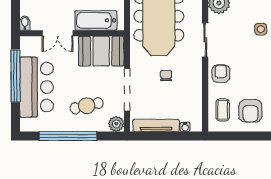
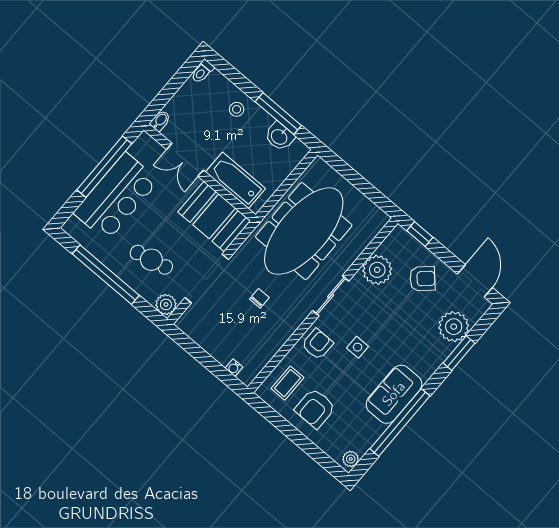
side table: (261, 29) -> (358, 347), moved
tv unit: (156, 125) -> (206, 341), removed

